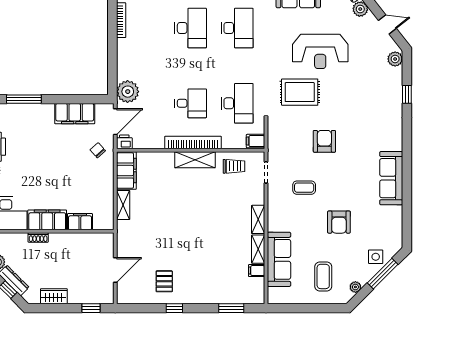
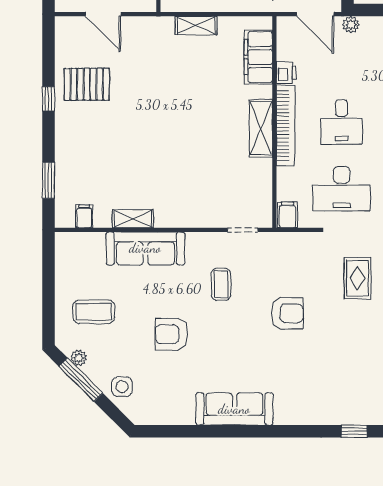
plant: (128, 92) -> (351, 25), width x0.53, depth x0.53
rug: (300, 92) -> (358, 278), width x0.73, depth x0.70
printer: (124, 142) -> (286, 73), moved
trolley: (234, 166) -> (251, 184), removed
filing cabinet: (126, 171) -> (258, 57), moved, turned 90
shelving: (258, 219) -> (175, 219), removed
sofa: (279, 259) -> (145, 248), moved
filing cabinet: (257, 271) -> (84, 216), moved
window: (383, 274) -> (81, 380), moved
pallet: (164, 281) -> (87, 84), width x1.50, depth x1.42

